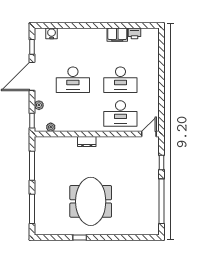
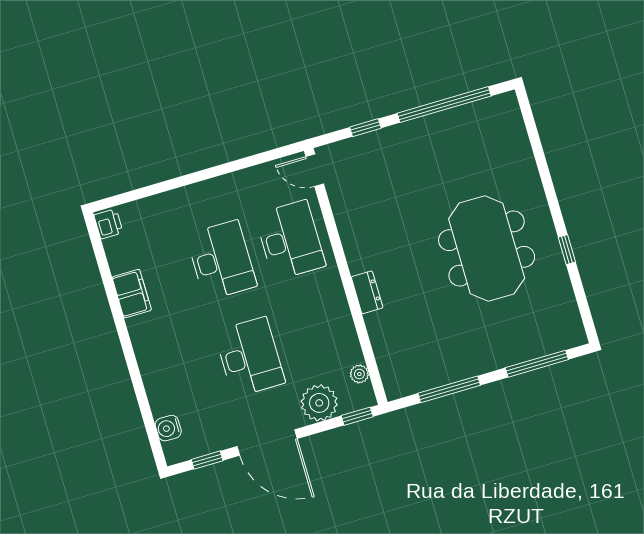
printer: (134, 33) -> (108, 224), moved
plant: (39, 105) -> (319, 403), width x1.88, depth x1.88
meeting table: (91, 201) -> (487, 249), turned 90

